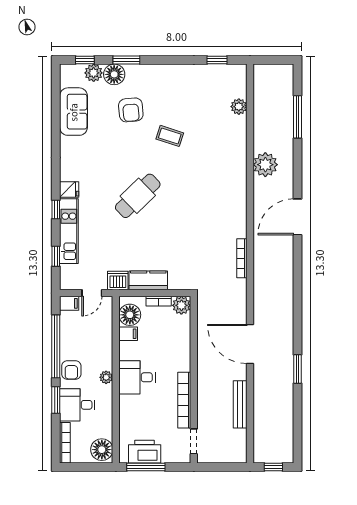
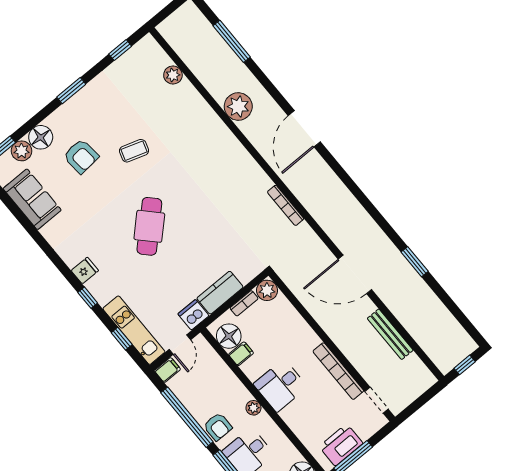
window: (126, 60) -> (71, 91), moved
kitchen unit: (69, 231) -> (134, 330), moved

